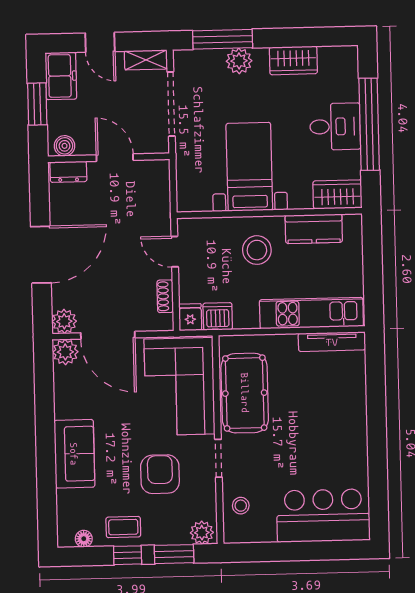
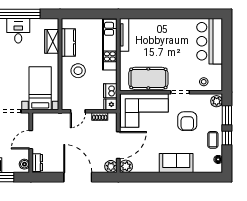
bed with nightstands: (249, 167) -> (40, 88), moved, turned 90
wardrobe: (338, 194) -> (52, 41), moved
armchair: (160, 474) -> (187, 121), turned -90

